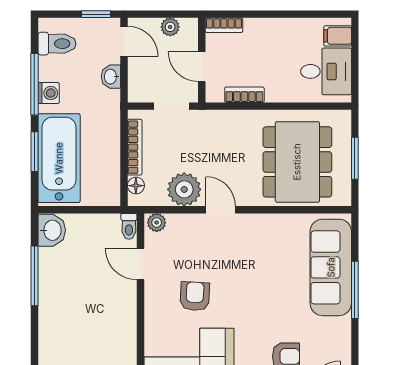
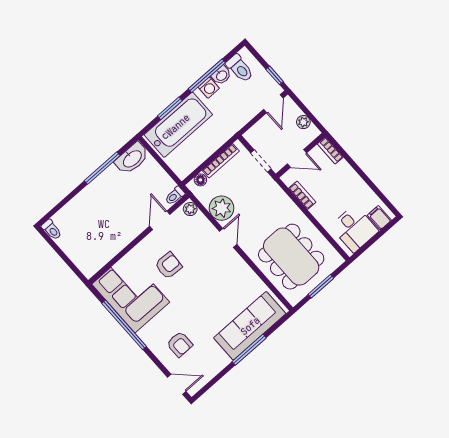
door: (202, 67) -> (297, 158), swing flipped
washbasin: (111, 77) -> (221, 75), moved, turned 180
dining table: (297, 162) -> (291, 257), turned 90
washbasin: (52, 230) -> (132, 158), width x1.38

